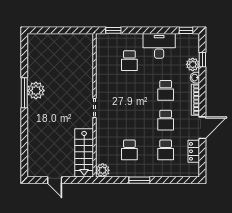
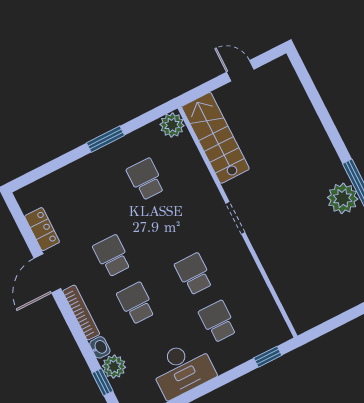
school desk: (166, 150) -> (194, 274), moved

